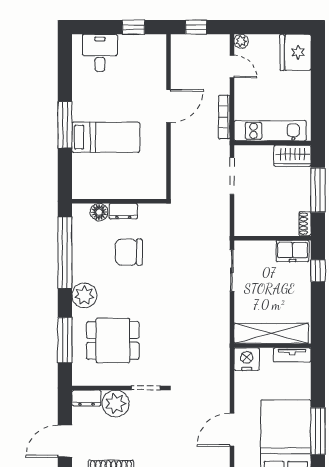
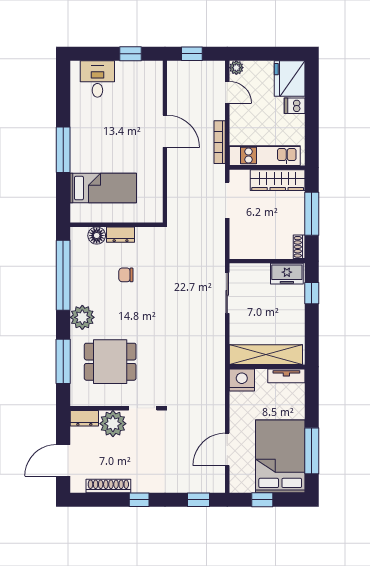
dishwasher: (301, 80) -> (295, 106), added
door: (168, 106) -> (165, 131), hinge flipped
bed: (106, 137) -> (103, 188), moved
wardrobe: (292, 156) -> (278, 180), width x1.50
chair: (129, 252) -> (126, 275), width x0.54, depth x0.54

